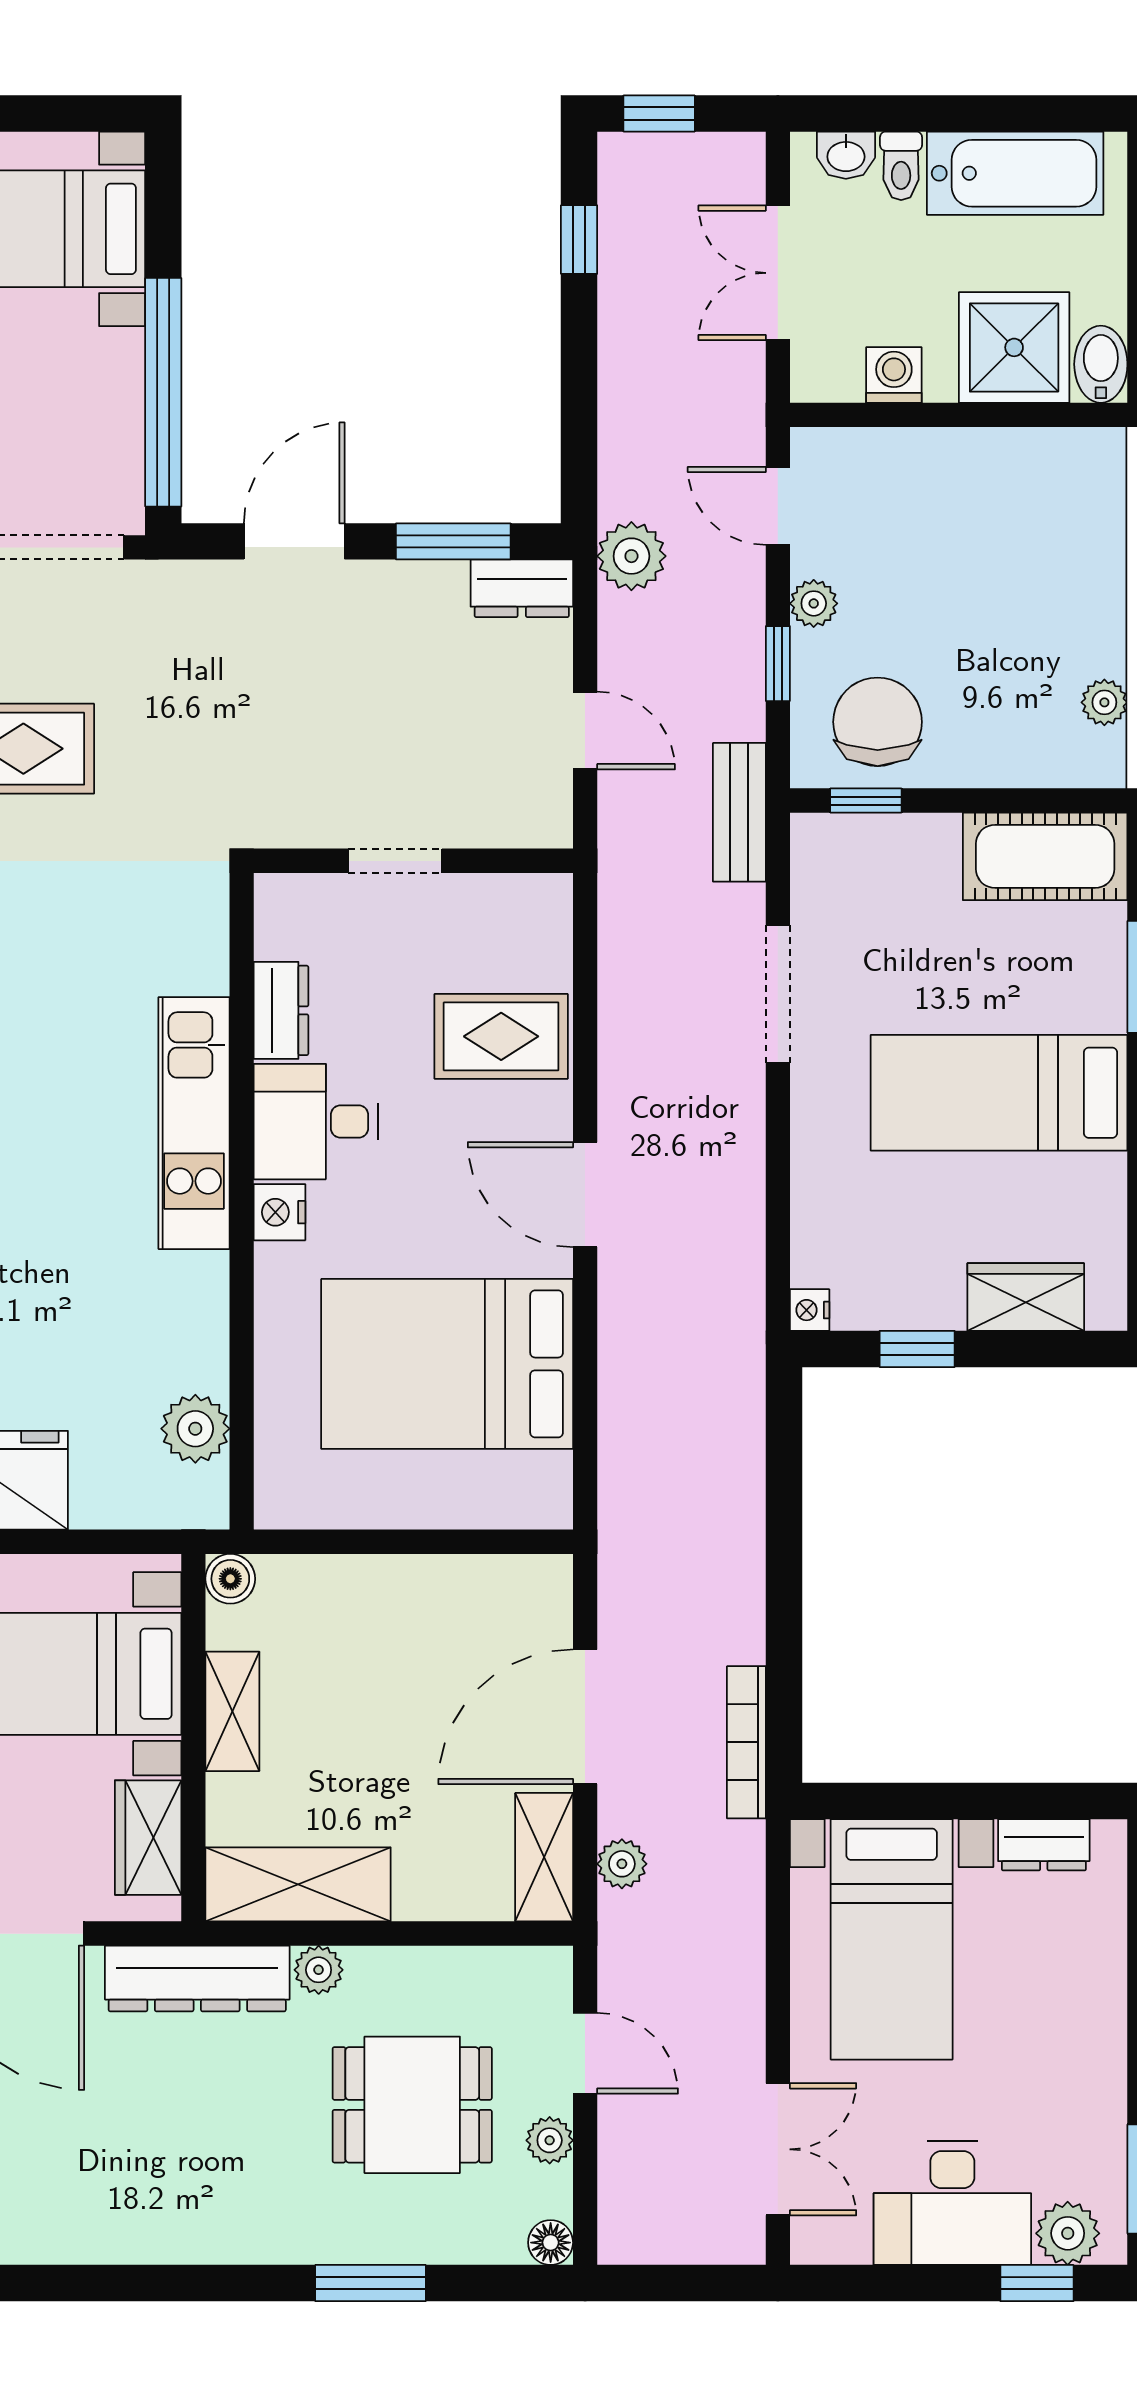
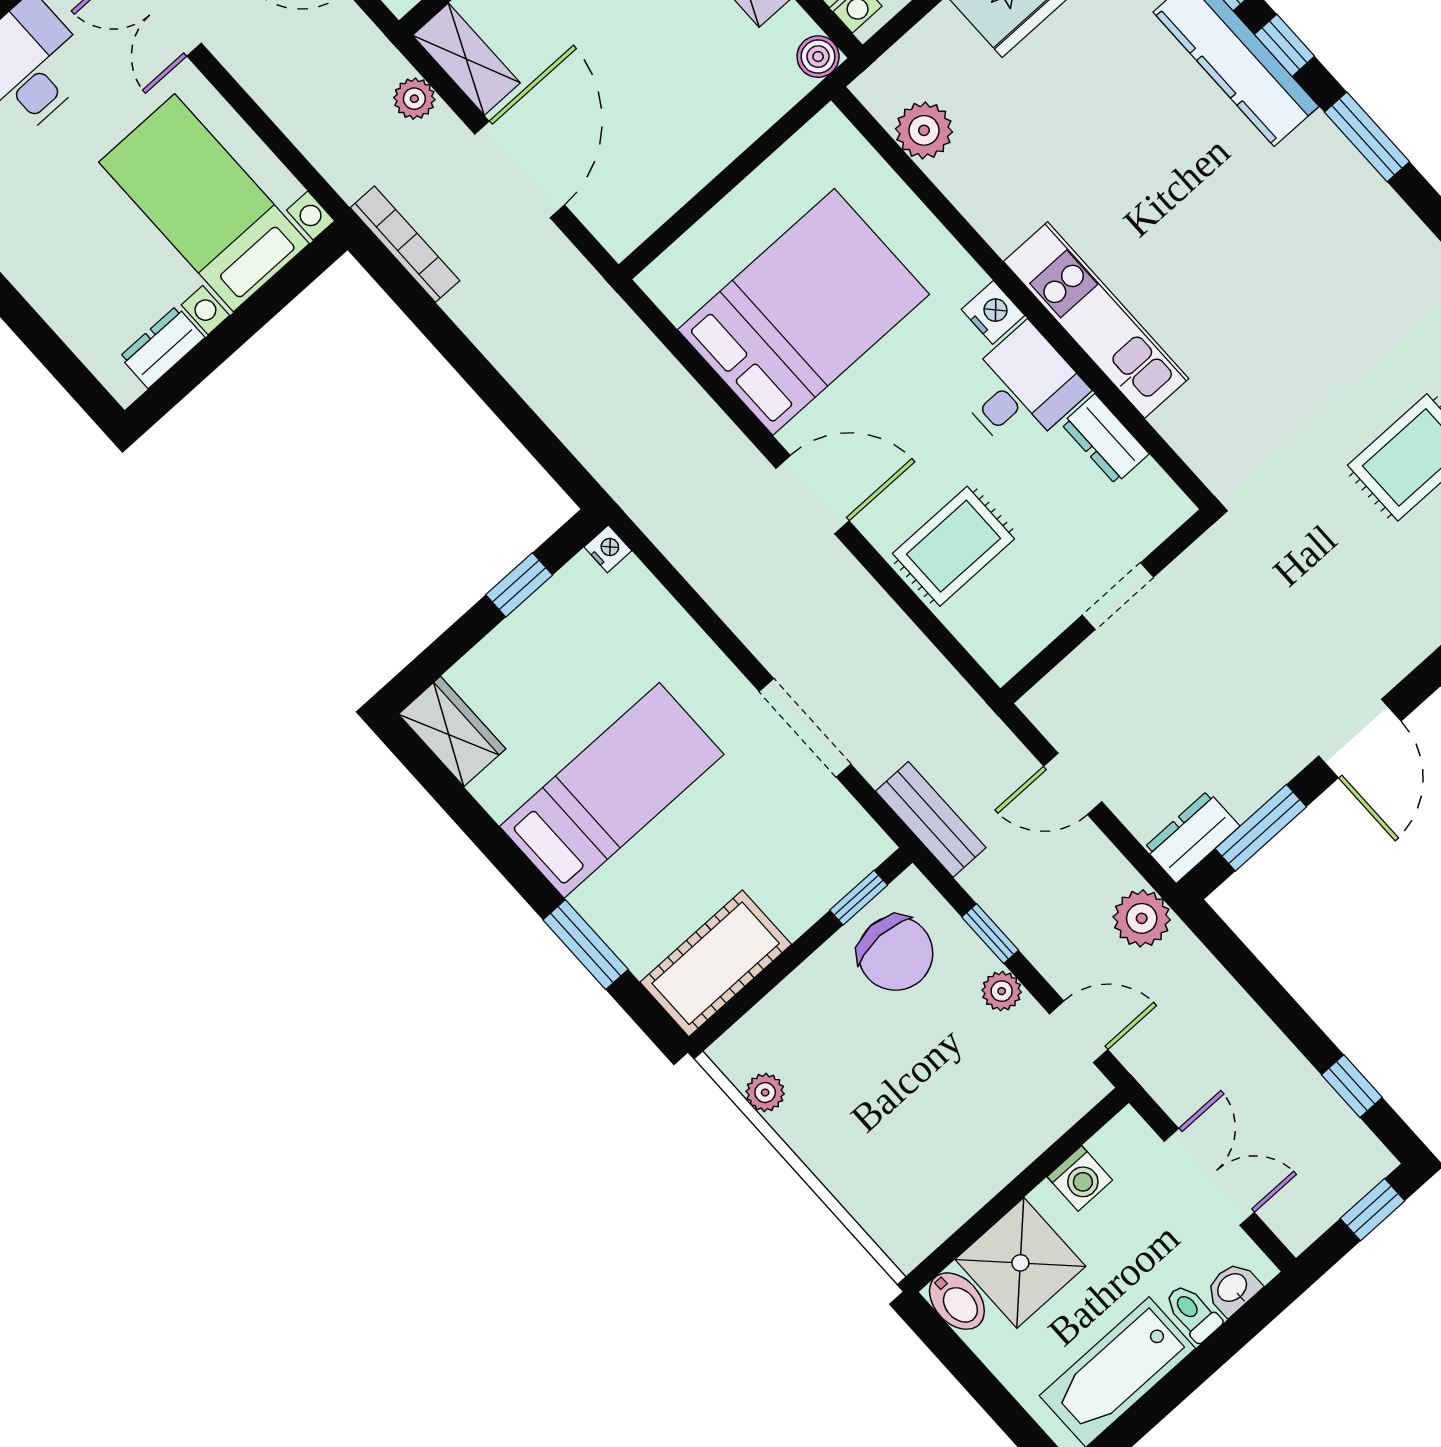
wardrobe: (1026, 1297) -> (452, 731), moved, turned -90

